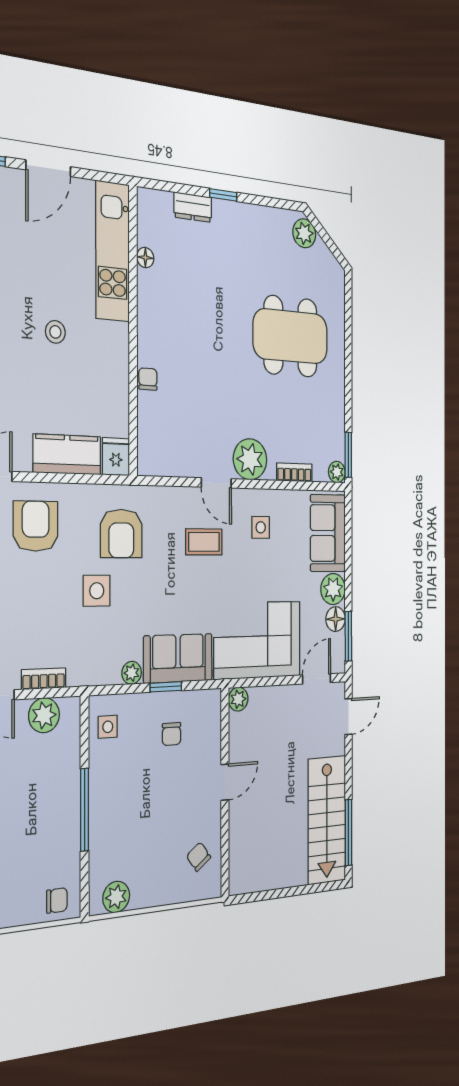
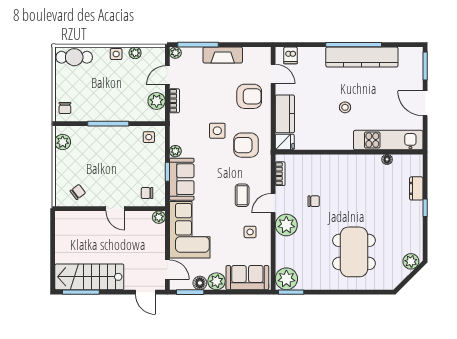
chair: (148, 379) -> (314, 201), moved
bookcase: (294, 472) -> (280, 174), moved
plant: (337, 472) -> (286, 279), width x1.88, depth x1.88
chair: (172, 734) -> (147, 193), moved

